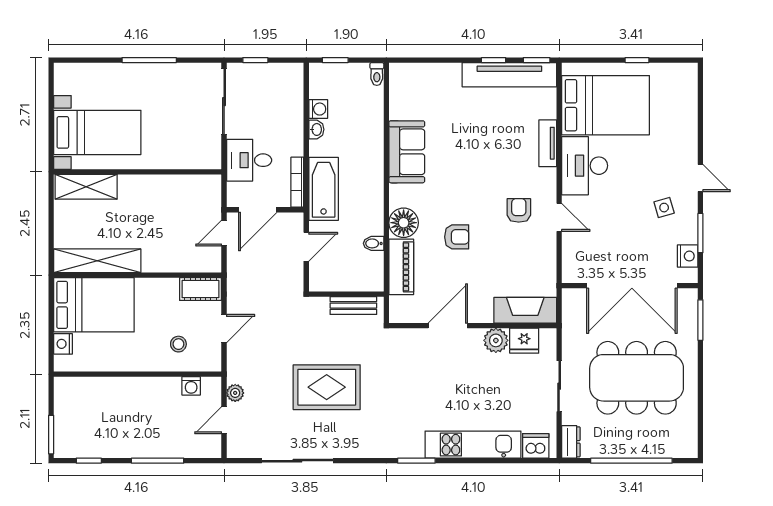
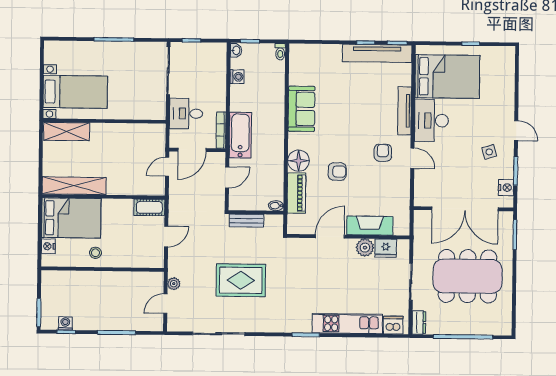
washbasin: (316, 129) -> (236, 50), moved
tv unit: (548, 143) -> (405, 111), width x1.41
bidet: (374, 243) -> (276, 206), moved
bench: (353, 306) -> (246, 221), moved
fireplace: (525, 310) -> (370, 226), moved
stool: (178, 344) -> (95, 253), moved
washing machine: (191, 386) -> (65, 323), moved, turned 180

